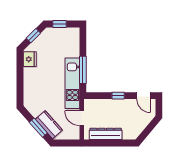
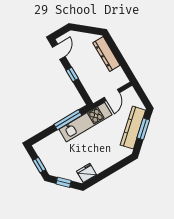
kitchen counter: (49, 125) -> (133, 128), width x1.50
dresser: (106, 134) -> (106, 54), moved

